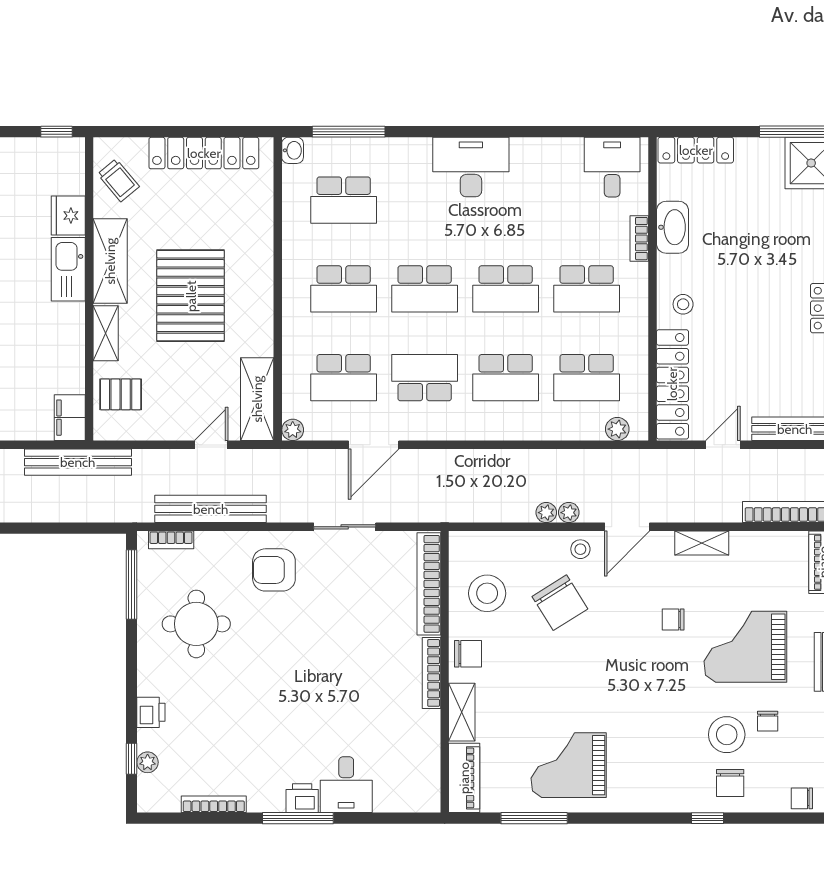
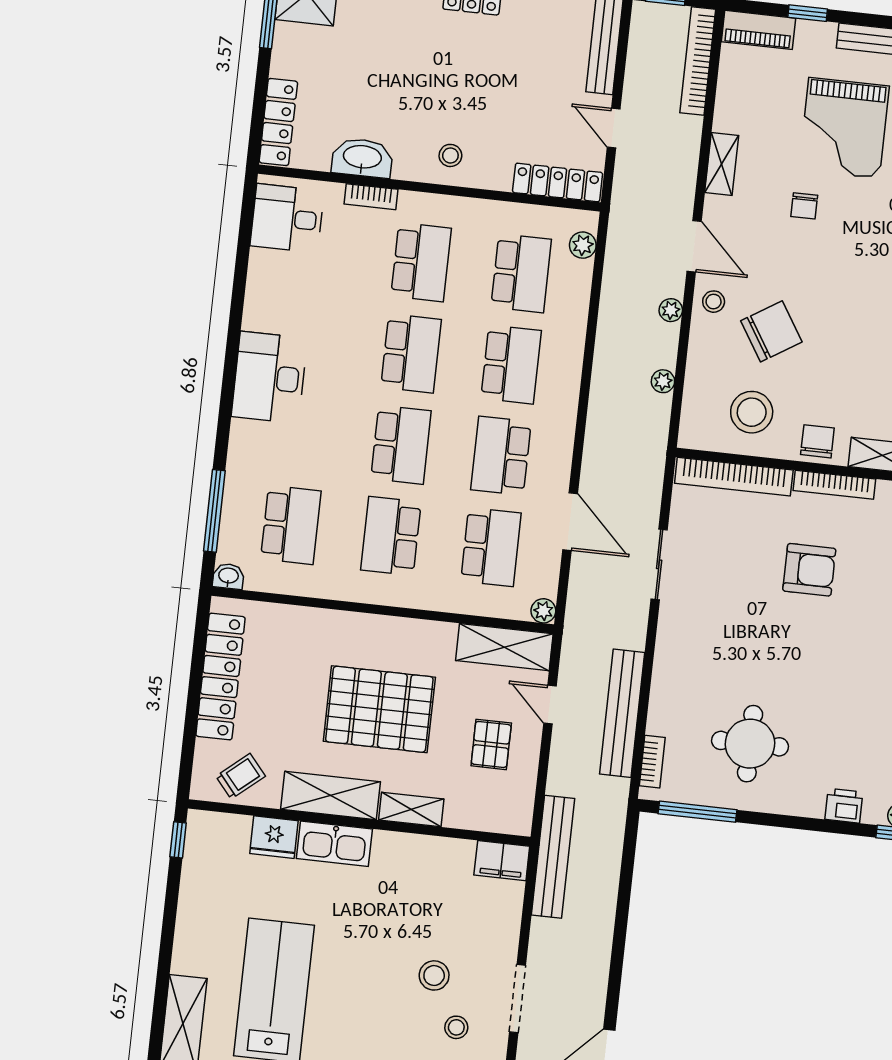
school desk: (344, 289) -> (391, 536), turned 180
locker: (672, 384) -> (558, 182), width x0.71, depth x0.83
pallet: (121, 394) -> (491, 744), moved
plant: (546, 513) -> (663, 381), moved
armchair: (274, 570) -> (809, 570), moved, turned -90

